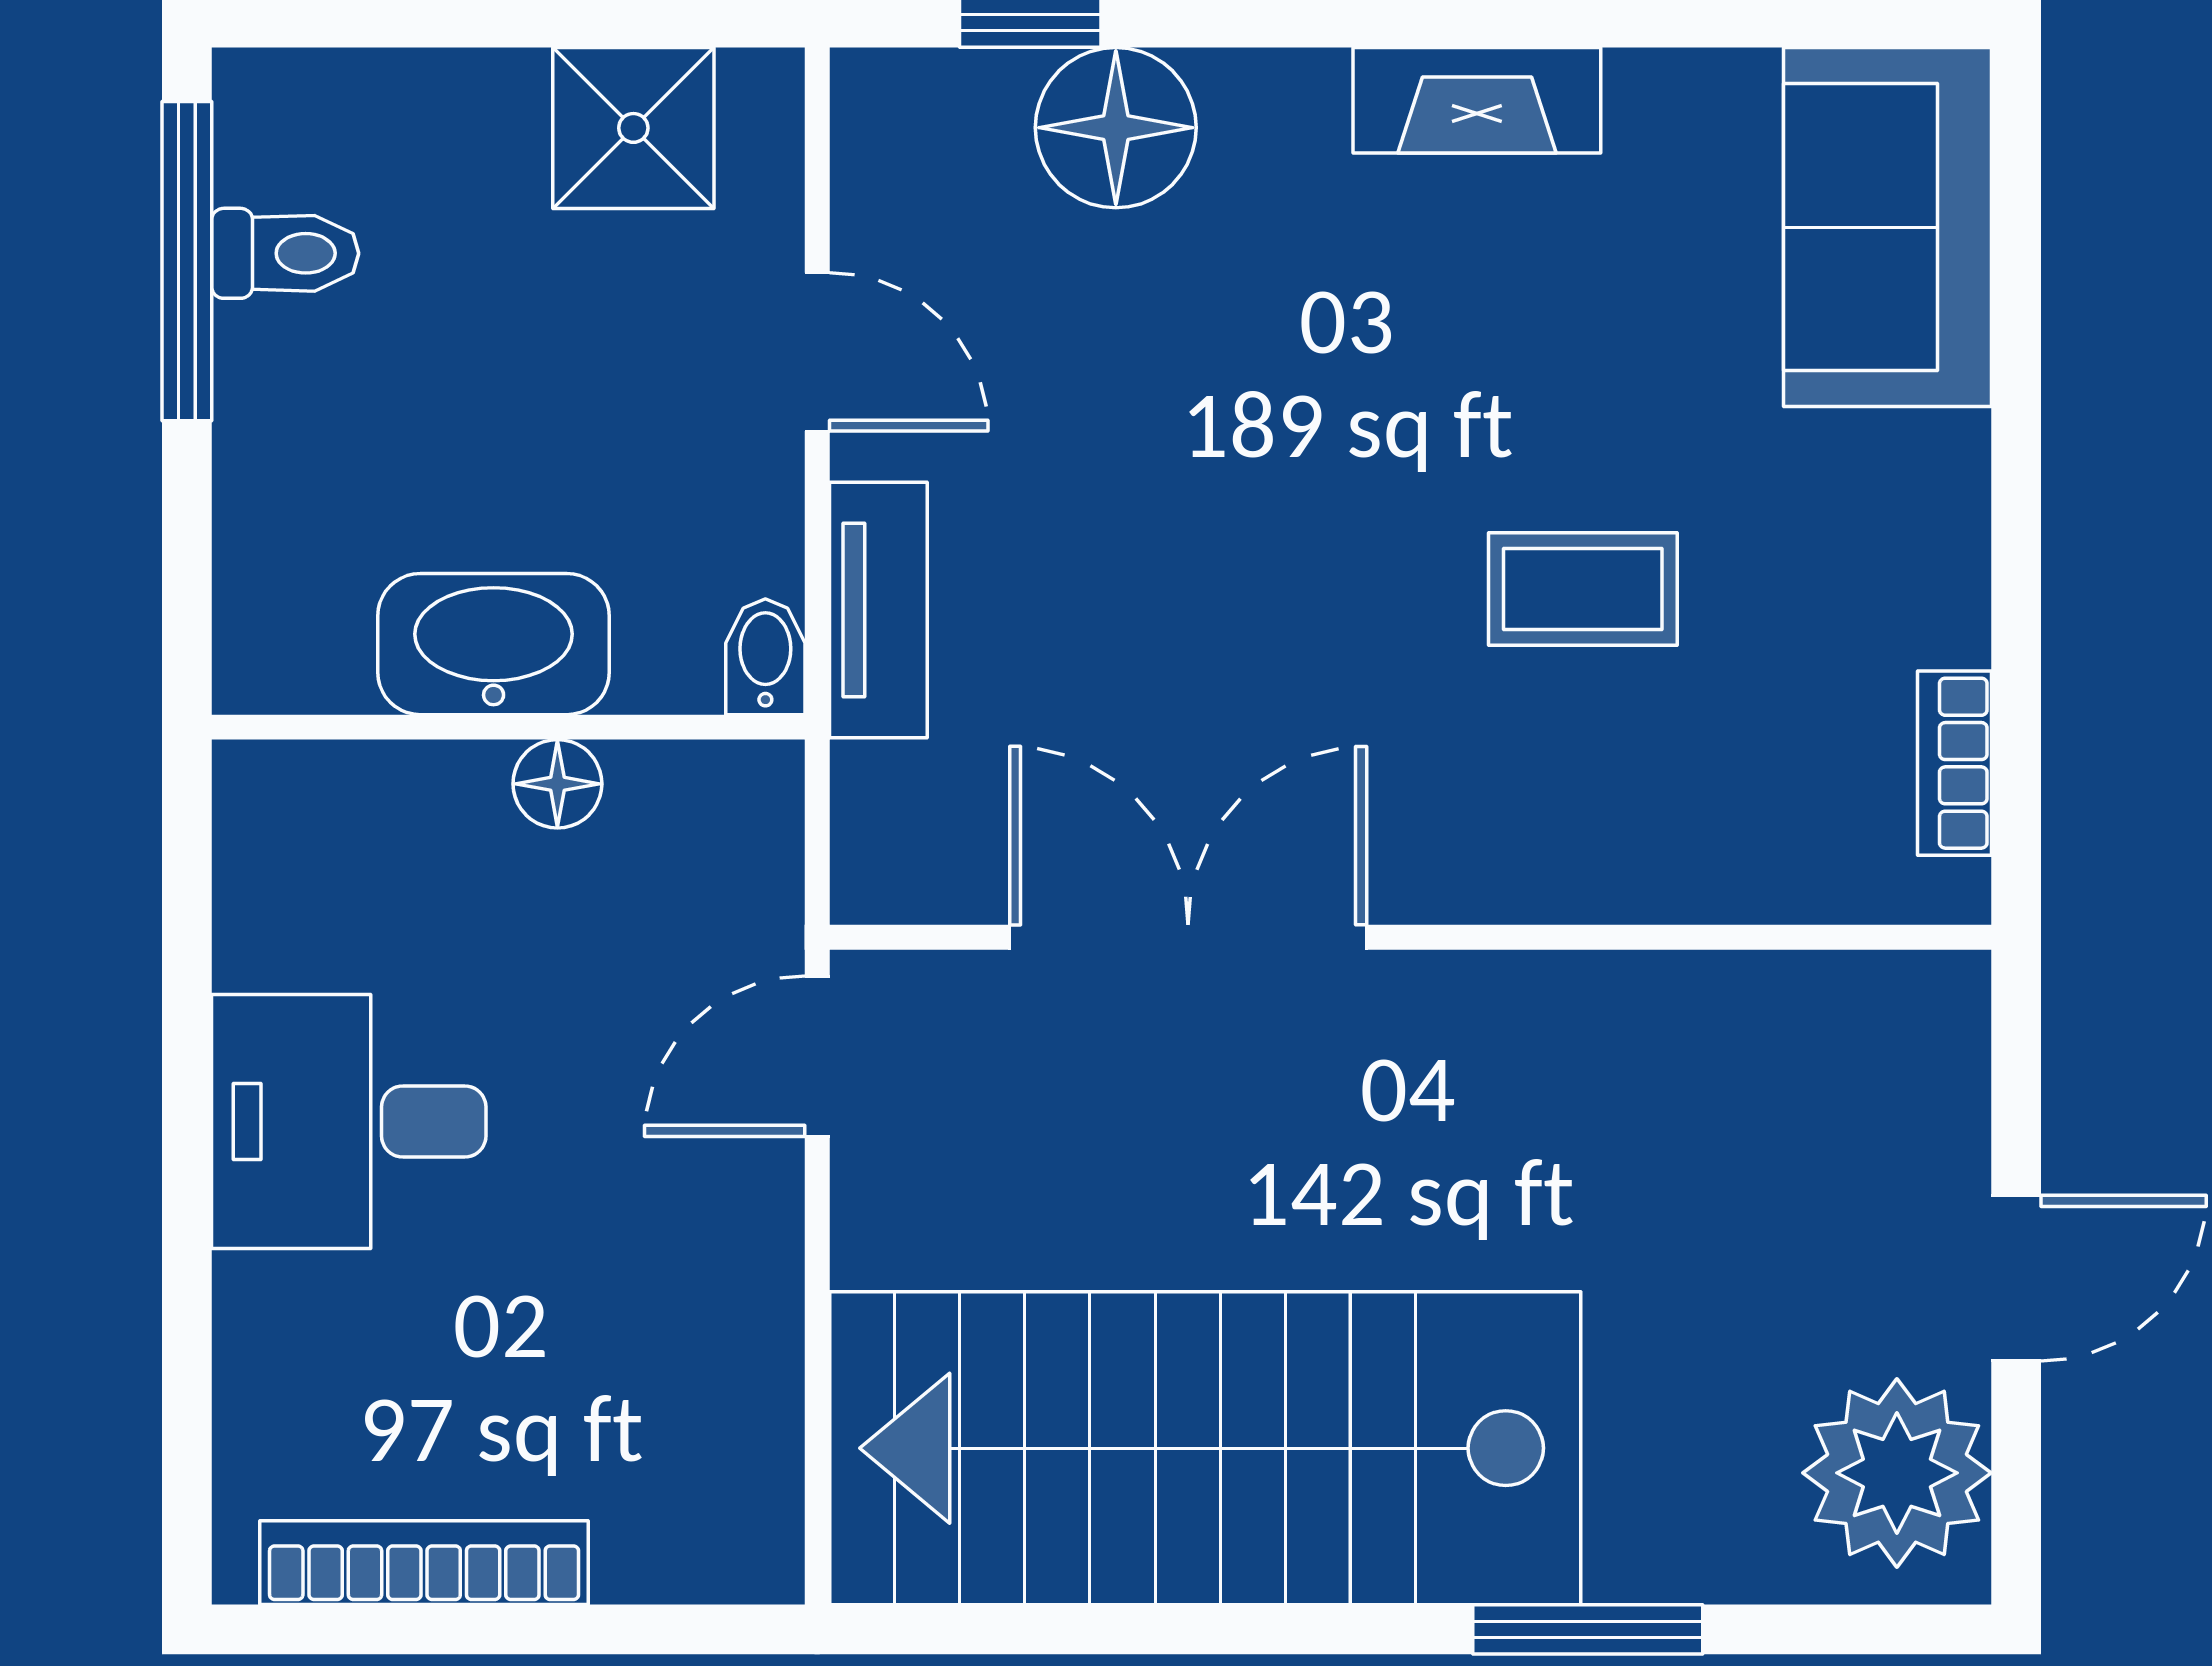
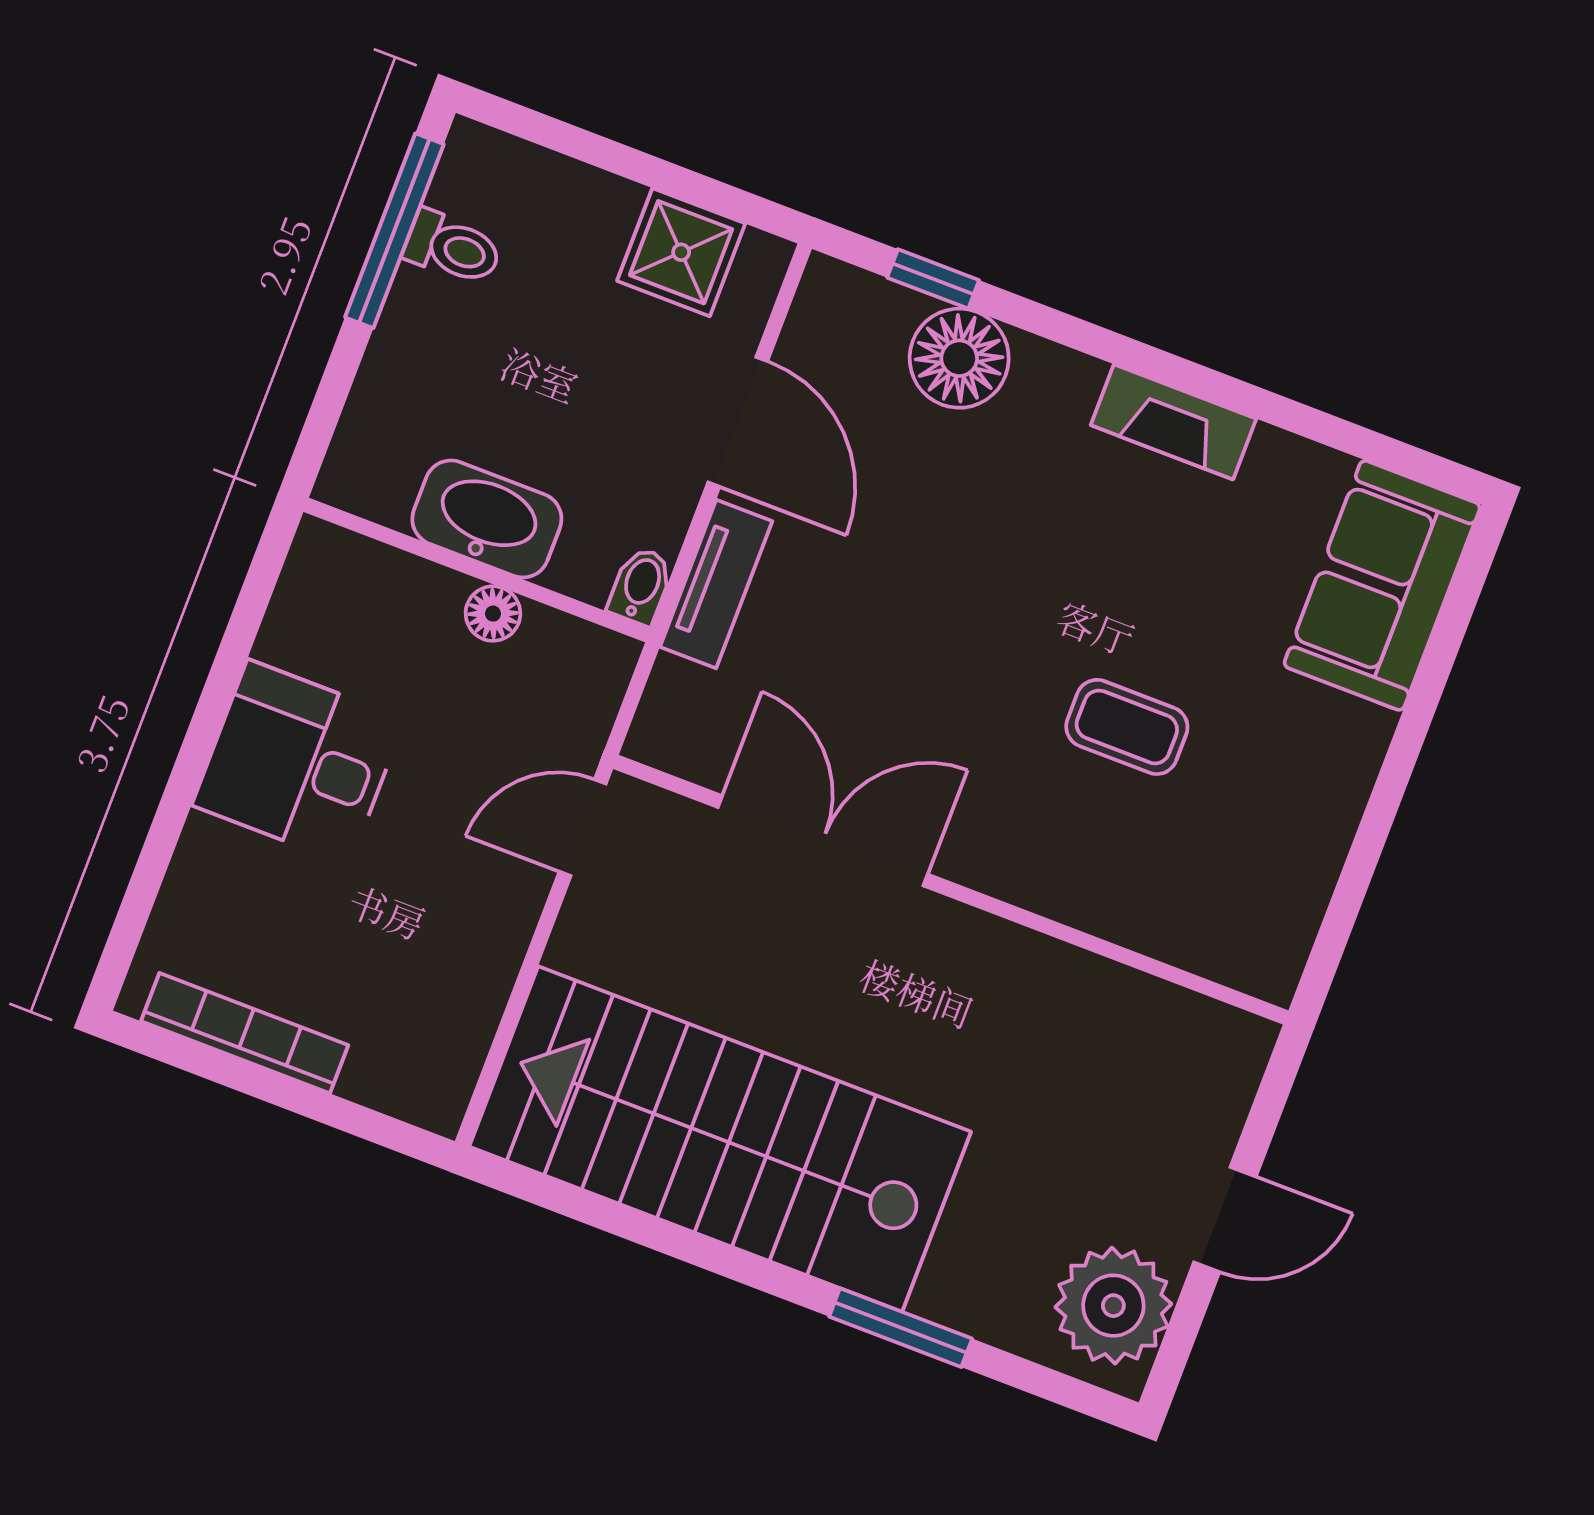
door: (817, 352) -> (738, 422), width x1.38
bookcase: (1954, 763) -> (1303, 909), removed

